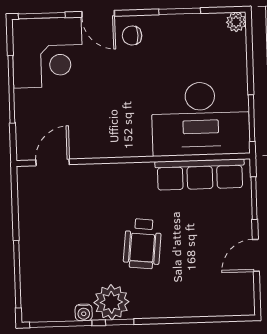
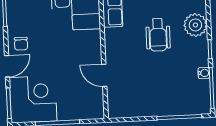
door: (53, 162) -> (104, 75), moved
wheelchair: (142, 244) -> (158, 35), turned 84
plant: (111, 302) -> (195, 25), moved

